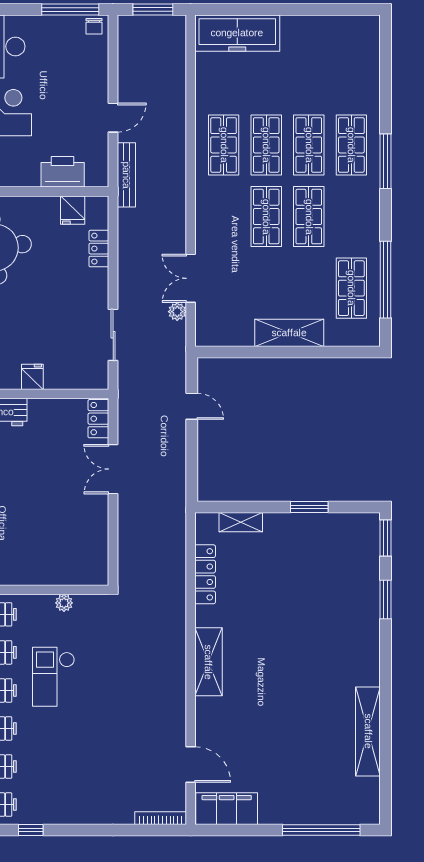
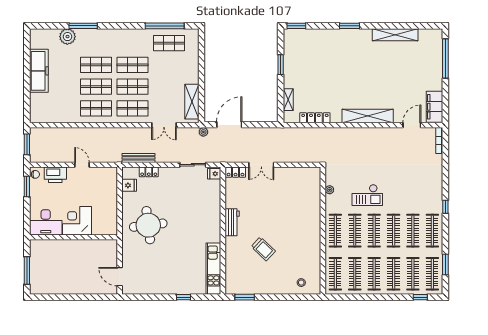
window: (70, 10) -> (27, 187), width x0.69
freezer: (237, 33) -> (39, 71), moved
plant: (364, 89) -> (67, 37), added
shop shelf: (351, 145) -> (132, 108), moved
window: (385, 161) -> (83, 26), moved
printer: (63, 172) -> (55, 175), moved, turned -90
bench: (126, 175) -> (139, 158), moved
plant: (177, 312) -> (203, 132), moved
shelving: (289, 333) -> (192, 102), moved
fridge: (32, 377) -> (214, 174), moved
door: (192, 406) -> (229, 125), width x1.88
window: (385, 600) -> (349, 26), moved
shelving: (208, 662) -> (368, 116), width x1.47

